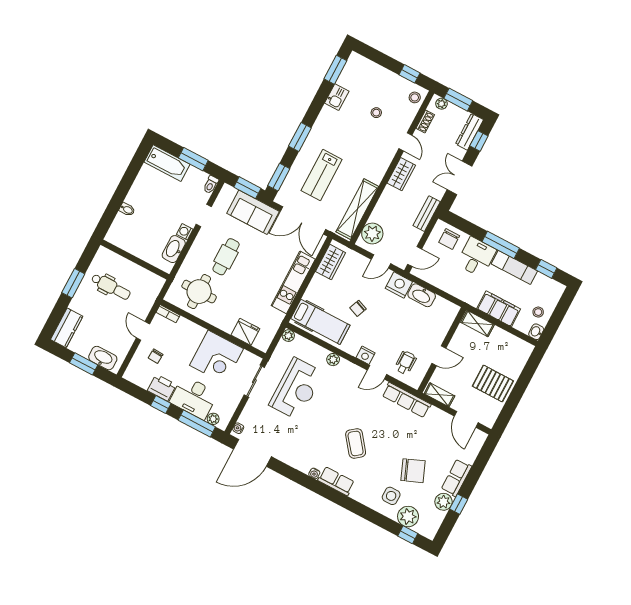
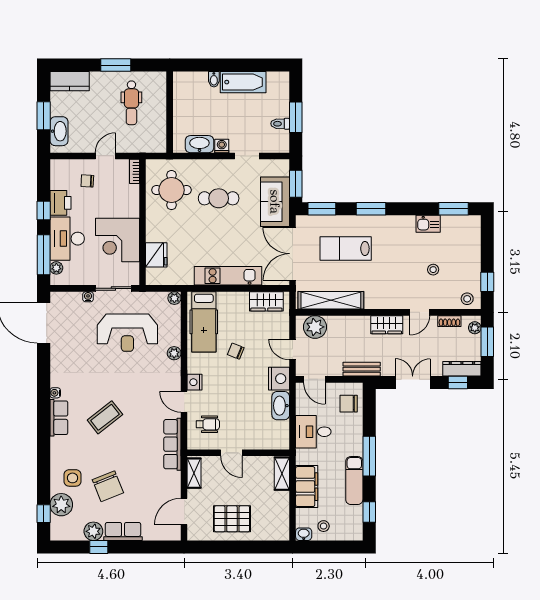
bathtub: (167, 163) -> (243, 82), moved, turned -90
toilet: (211, 185) -> (280, 124), moved
desk: (476, 257) -> (313, 432), moved, turned 180
pallet: (493, 384) -> (232, 519), turned 90
water cooler: (238, 428) -> (88, 297), moved

